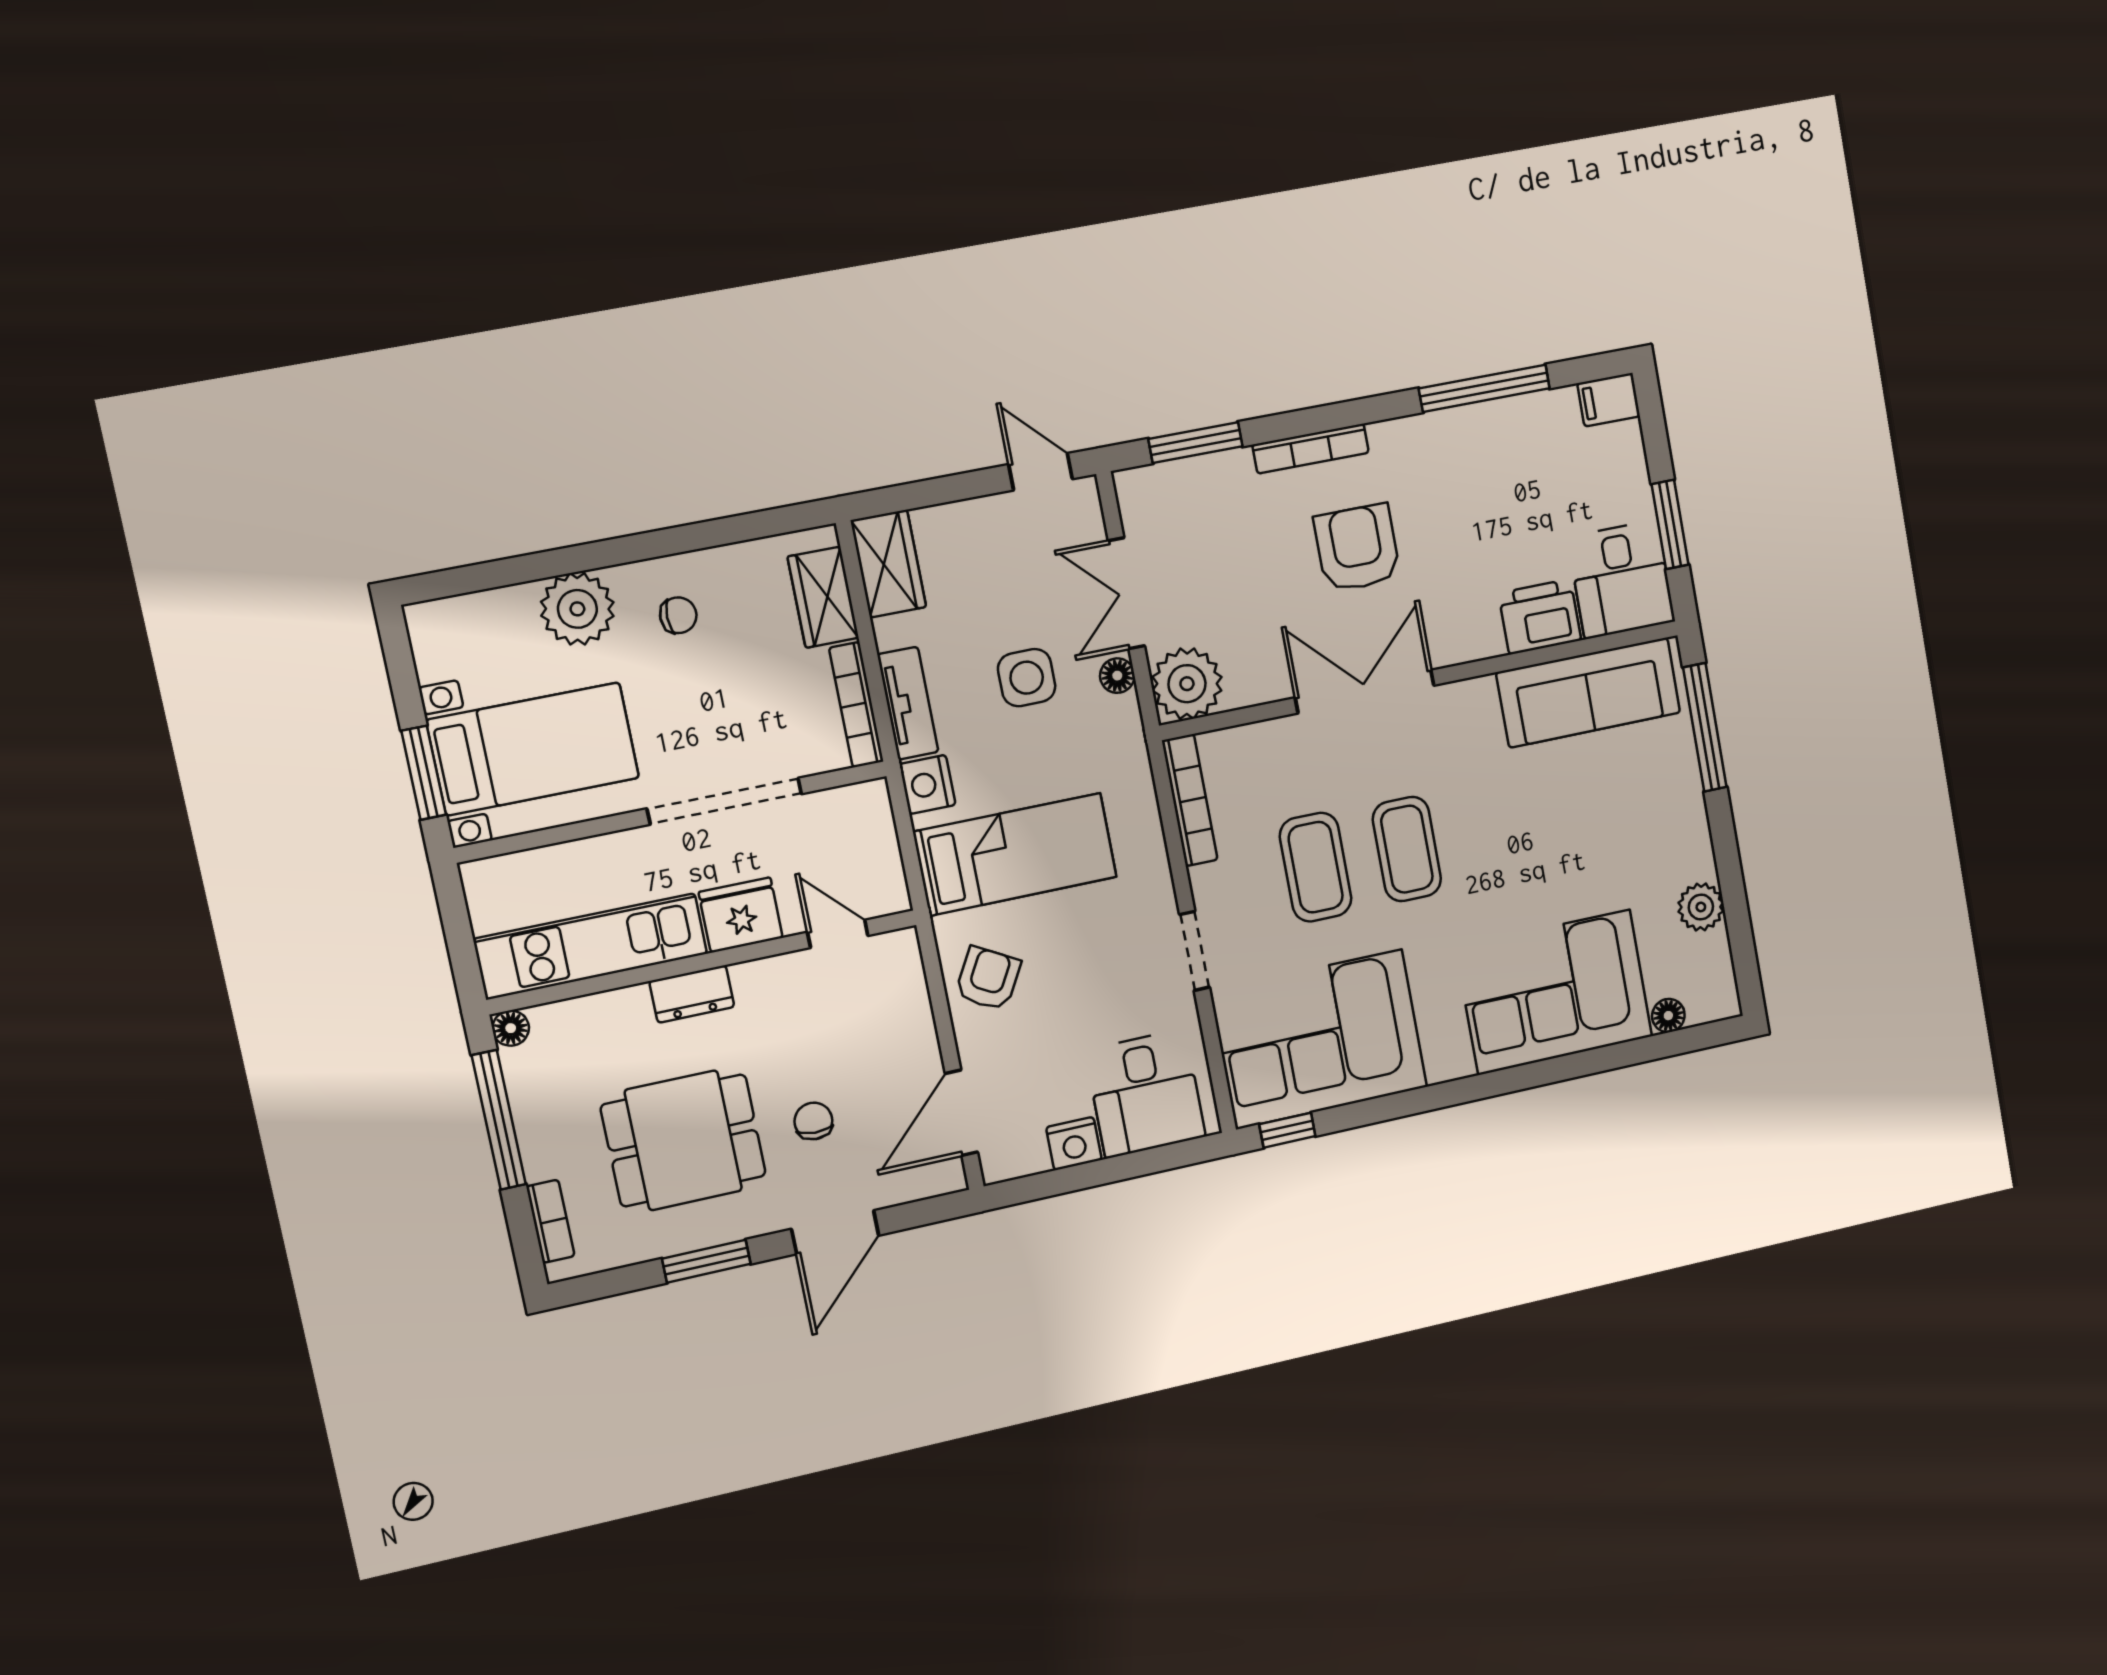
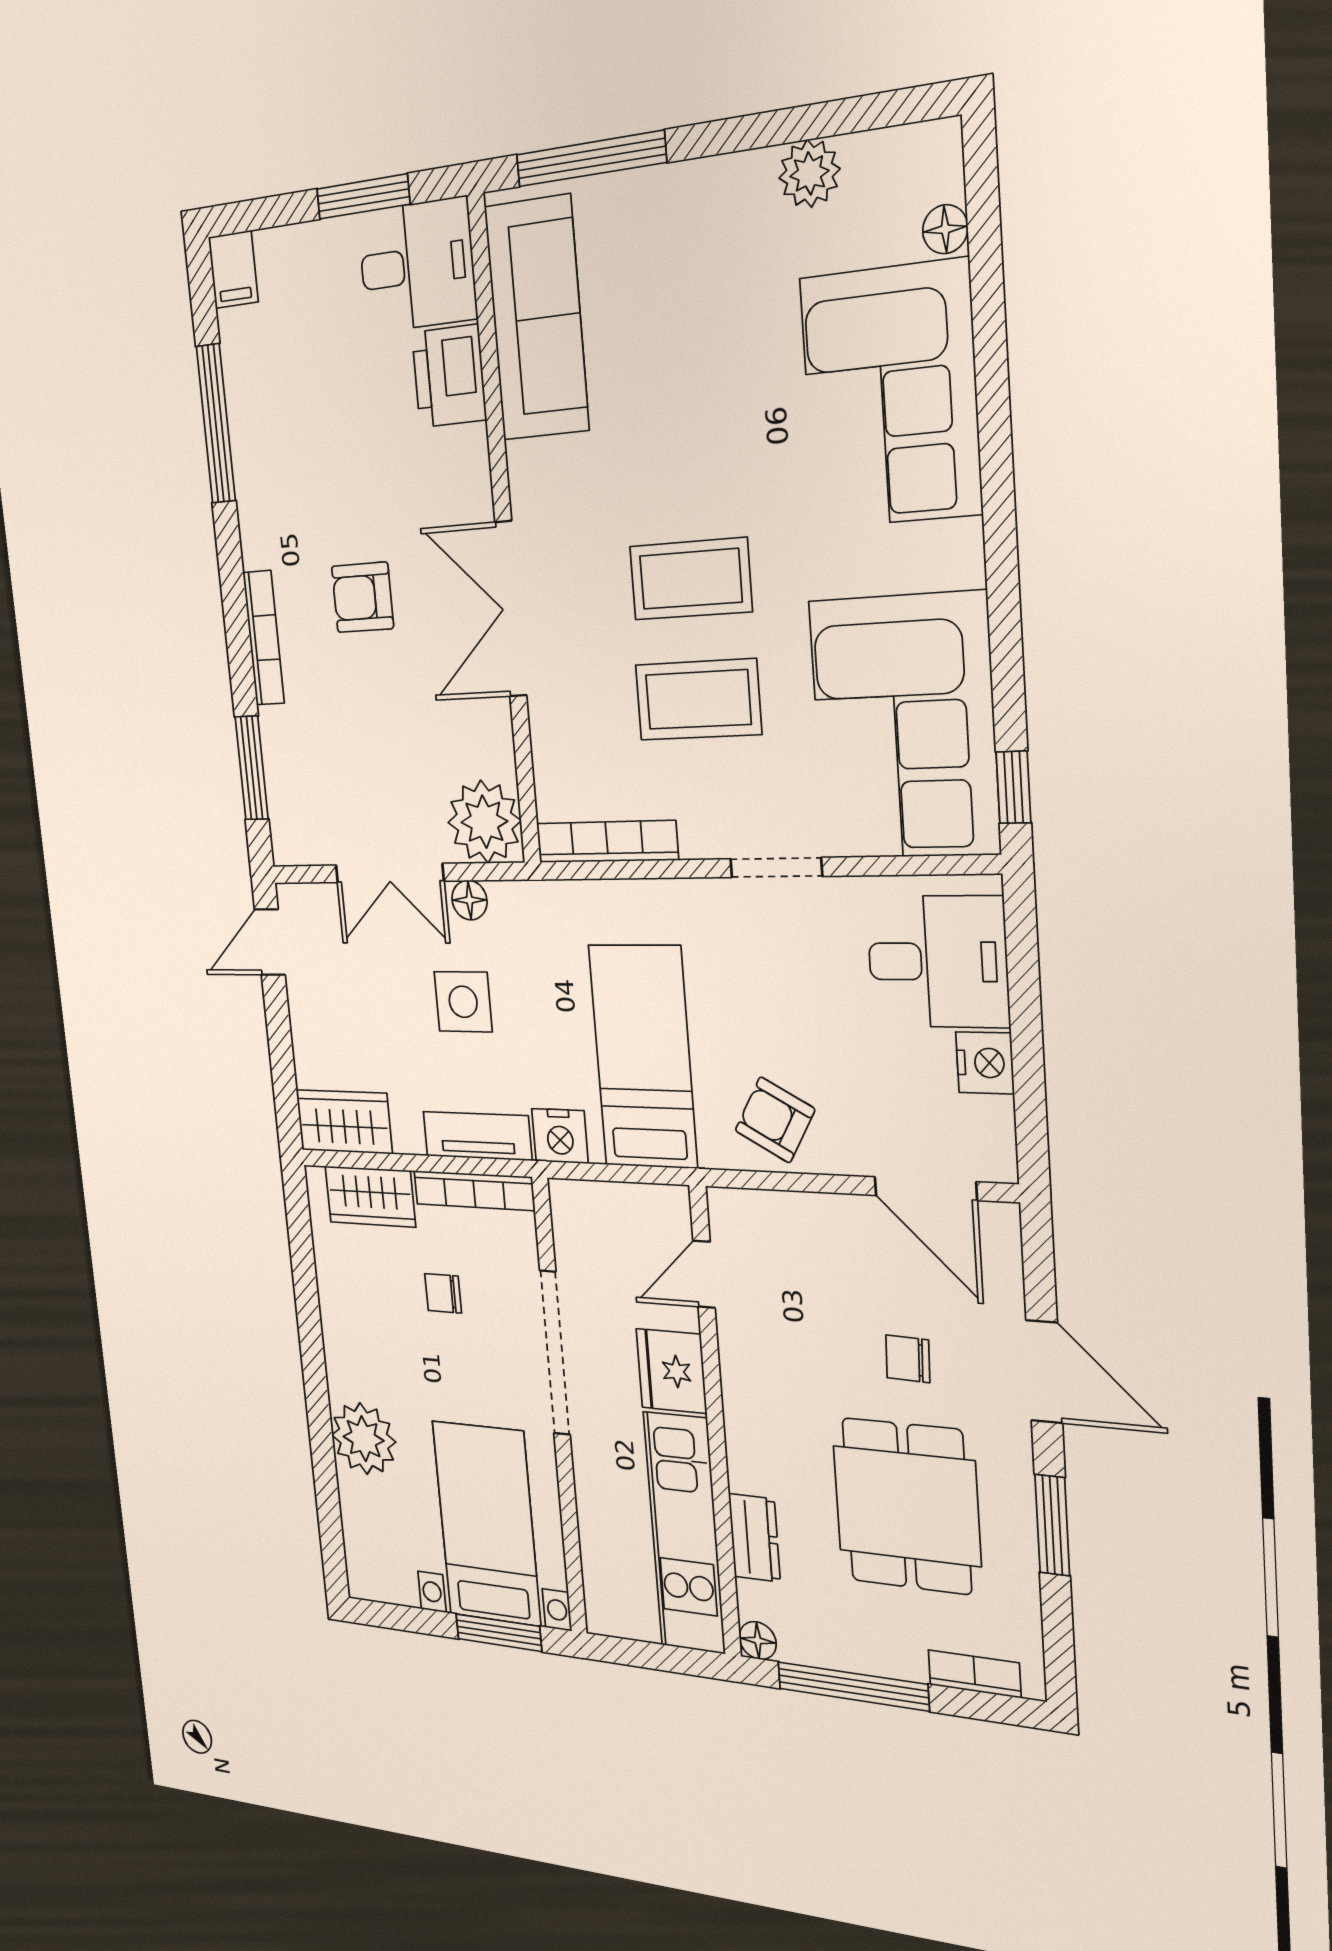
armchair: (1357, 548) -> (363, 597), width x0.72, depth x0.72
chair: (678, 615) -> (443, 1293), moved, turned -90
dresser: (692, 994) -> (754, 1538), moved

